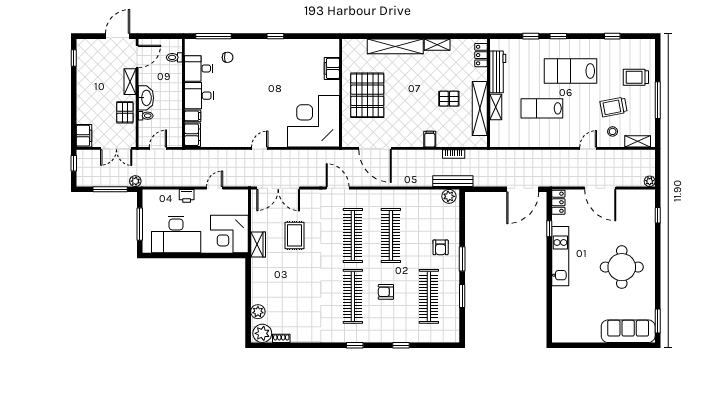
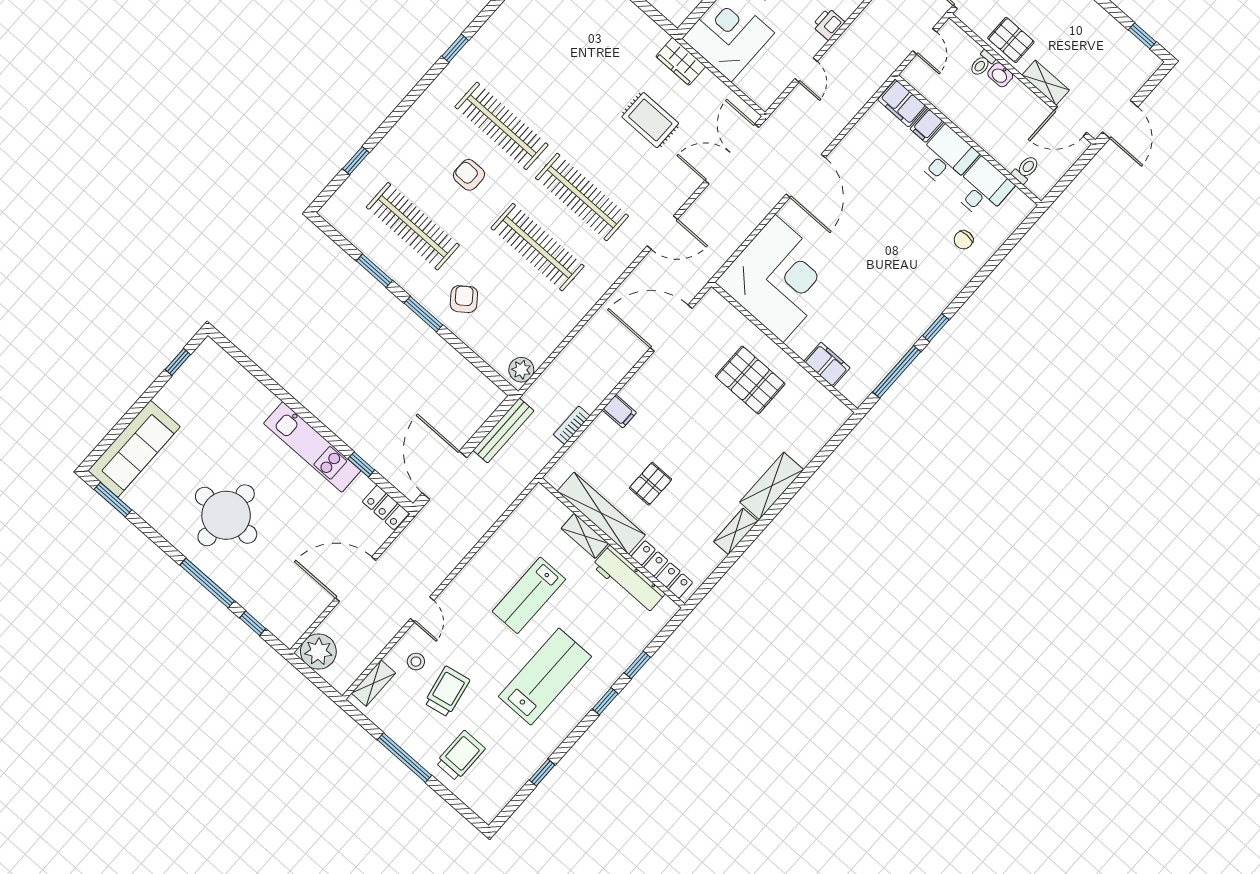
window: (214, 36) -> (897, 372), moved
shelving: (395, 46) -> (772, 486), width x0.68
locker: (481, 55) -> (662, 569), width x1.53
door: (137, 56) -> (1070, 121), hinge flipped
pallet: (367, 95) -> (750, 380), width x0.73, depth x0.71
washbasin: (146, 98) -> (1000, 75), width x0.52, depth x0.69
lab bench: (542, 108) -> (529, 595), turned 180
door: (260, 148) -> (806, 176), width x1.88
bench: (453, 181) -> (503, 430), moved
plant: (650, 181) -> (318, 652), width x1.88, depth x1.88
armchair: (441, 247) -> (464, 299), turned 53
window: (658, 250) -> (207, 583), added
armchair: (386, 292) -> (469, 175), turned -90
window: (355, 345) -> (455, 48), moved
window: (401, 345) -> (356, 161), moved
window: (575, 345) -> (178, 362), added

